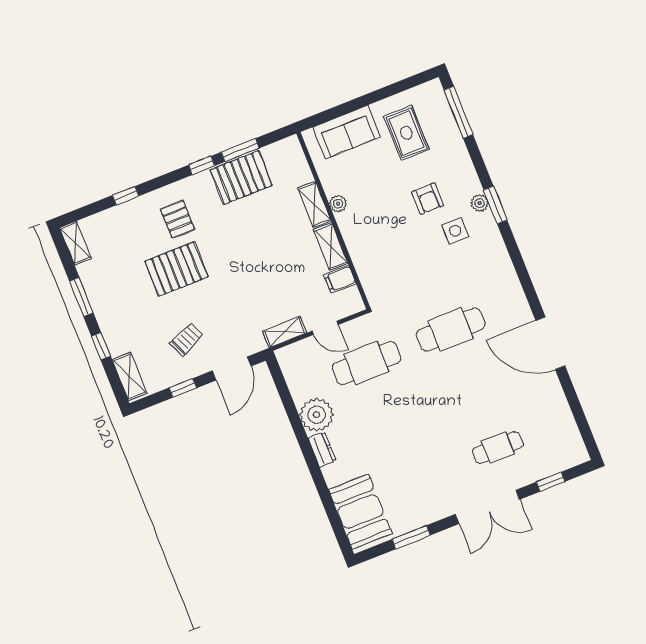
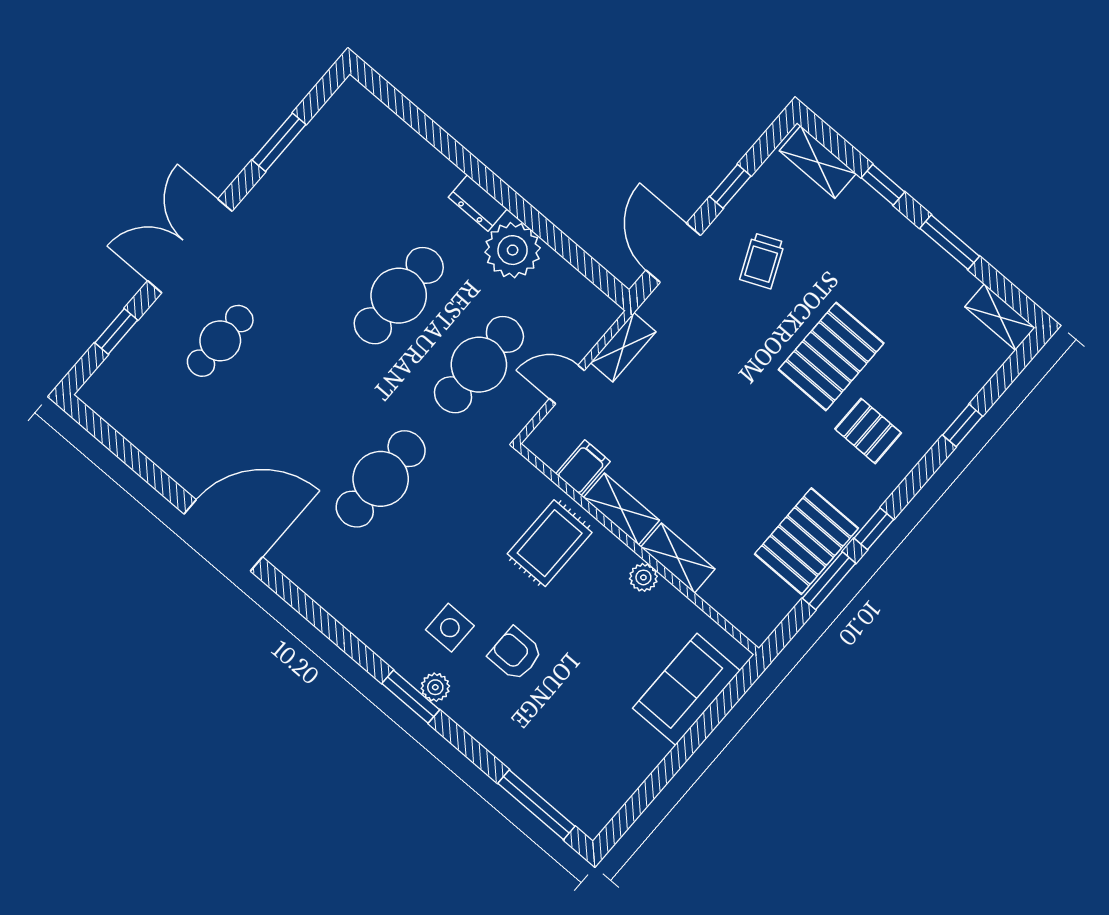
rug: (406, 133) -> (550, 543), moved, turned 90
cafe table: (390, 422) -> (399, 296), added
booth: (360, 511) -> (374, 141), removed

